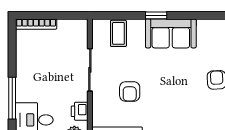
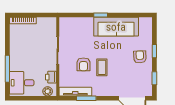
coffee table: (118, 33) -> (102, 67), moved
sofa: (171, 33) -> (116, 27), width x1.36

